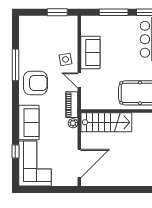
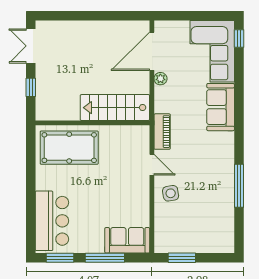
sofa: (90, 52) -> (127, 240), moved, turned 90
armchair: (35, 83) -> (212, 161), removed
plant: (73, 123) -> (160, 79), moved
window: (15, 152) -> (239, 39), moved

